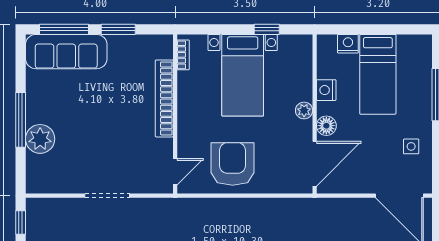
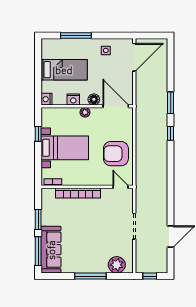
nightstand: (348, 44) -> (46, 99), moved
plant: (40, 139) -> (117, 265), moved

